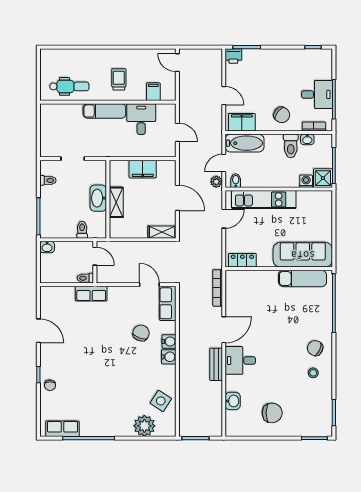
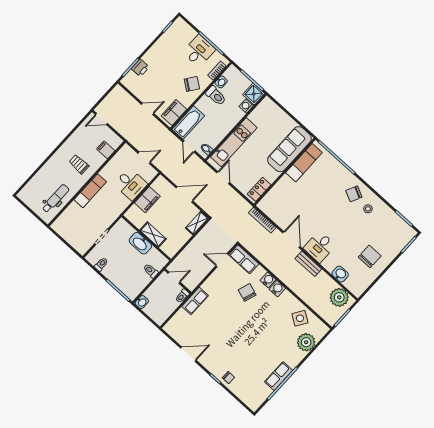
printer: (233, 56) -> (140, 68), moved
desk: (141, 119) -> (131, 184), moved, turned 180
plant: (216, 182) -> (339, 297), moved, width x1.87, depth x1.87
row of seats: (63, 429) -> (279, 376), moved

